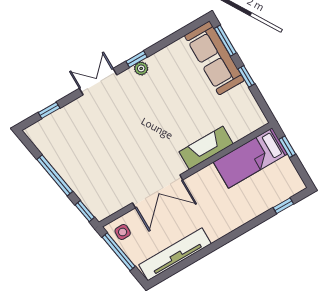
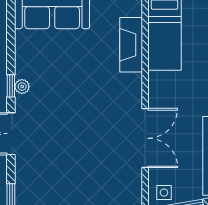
fireplace: (206, 148) -> (131, 45), moved

